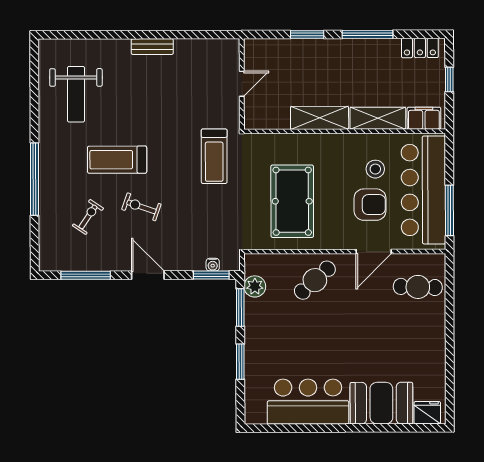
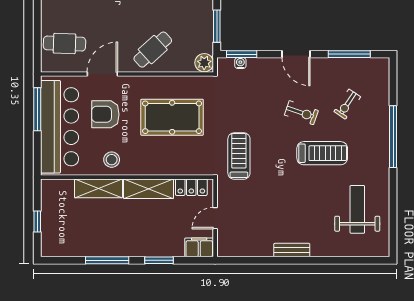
locker: (420, 48) -> (191, 187), moved, turned 180
filing cabinet: (424, 118) -> (199, 247), moved, turned 180
stool: (375, 169) -> (112, 160), moved
pool table: (292, 201) -> (172, 117), turned 90
plant: (255, 286) -> (204, 63), moved

